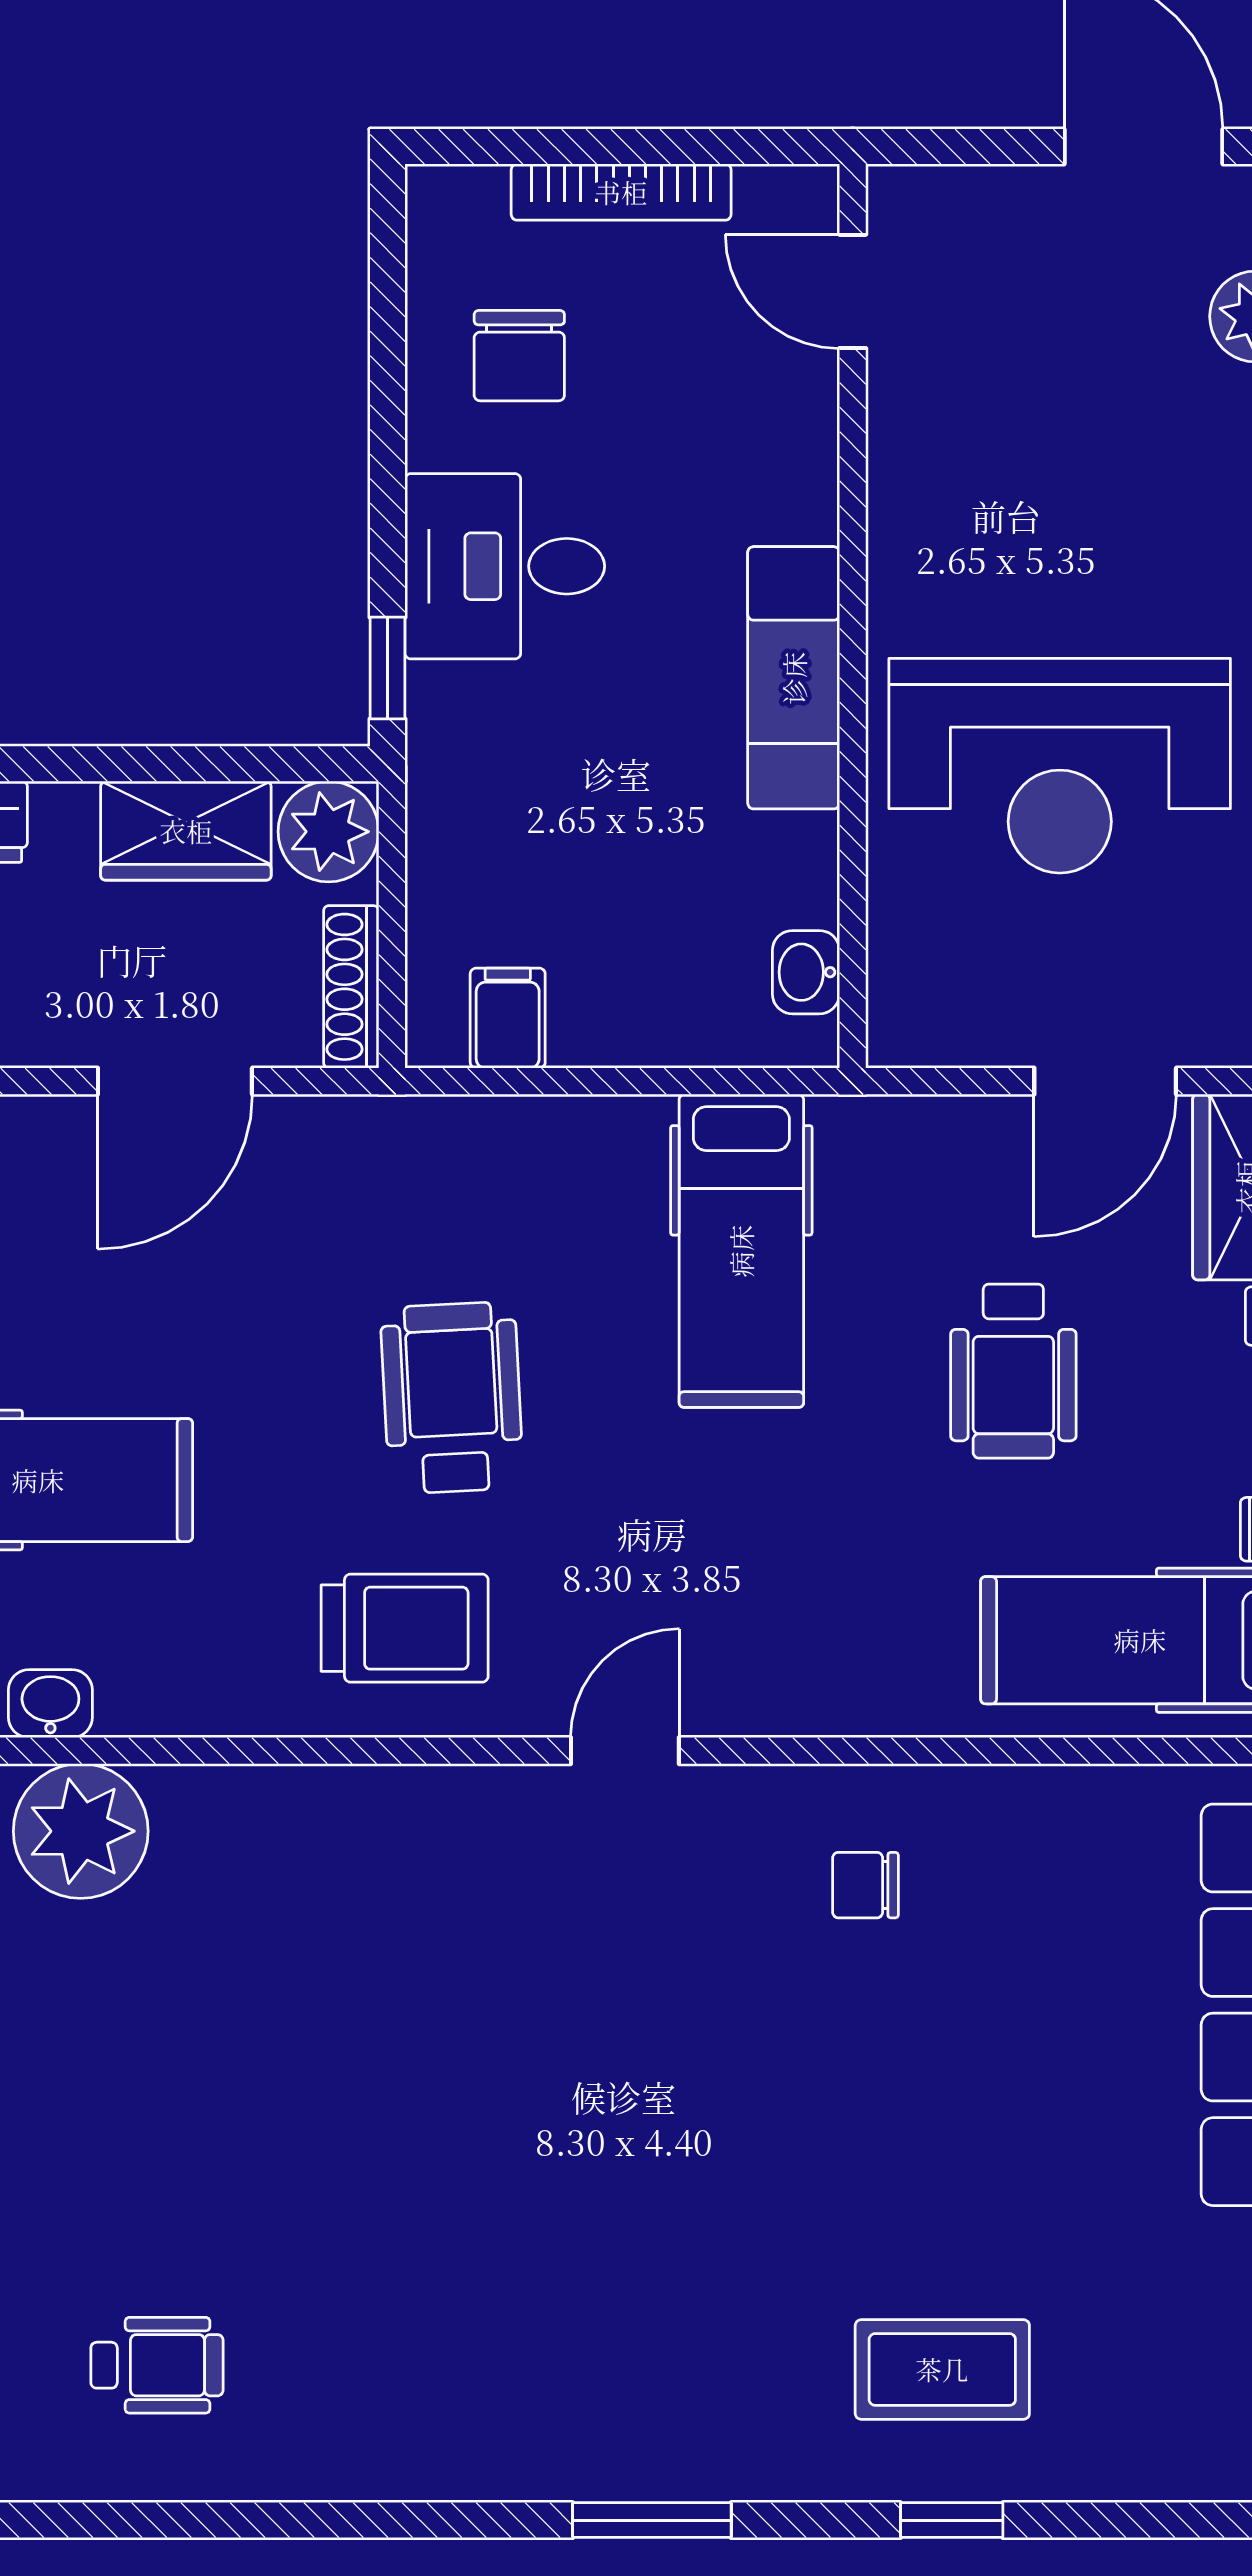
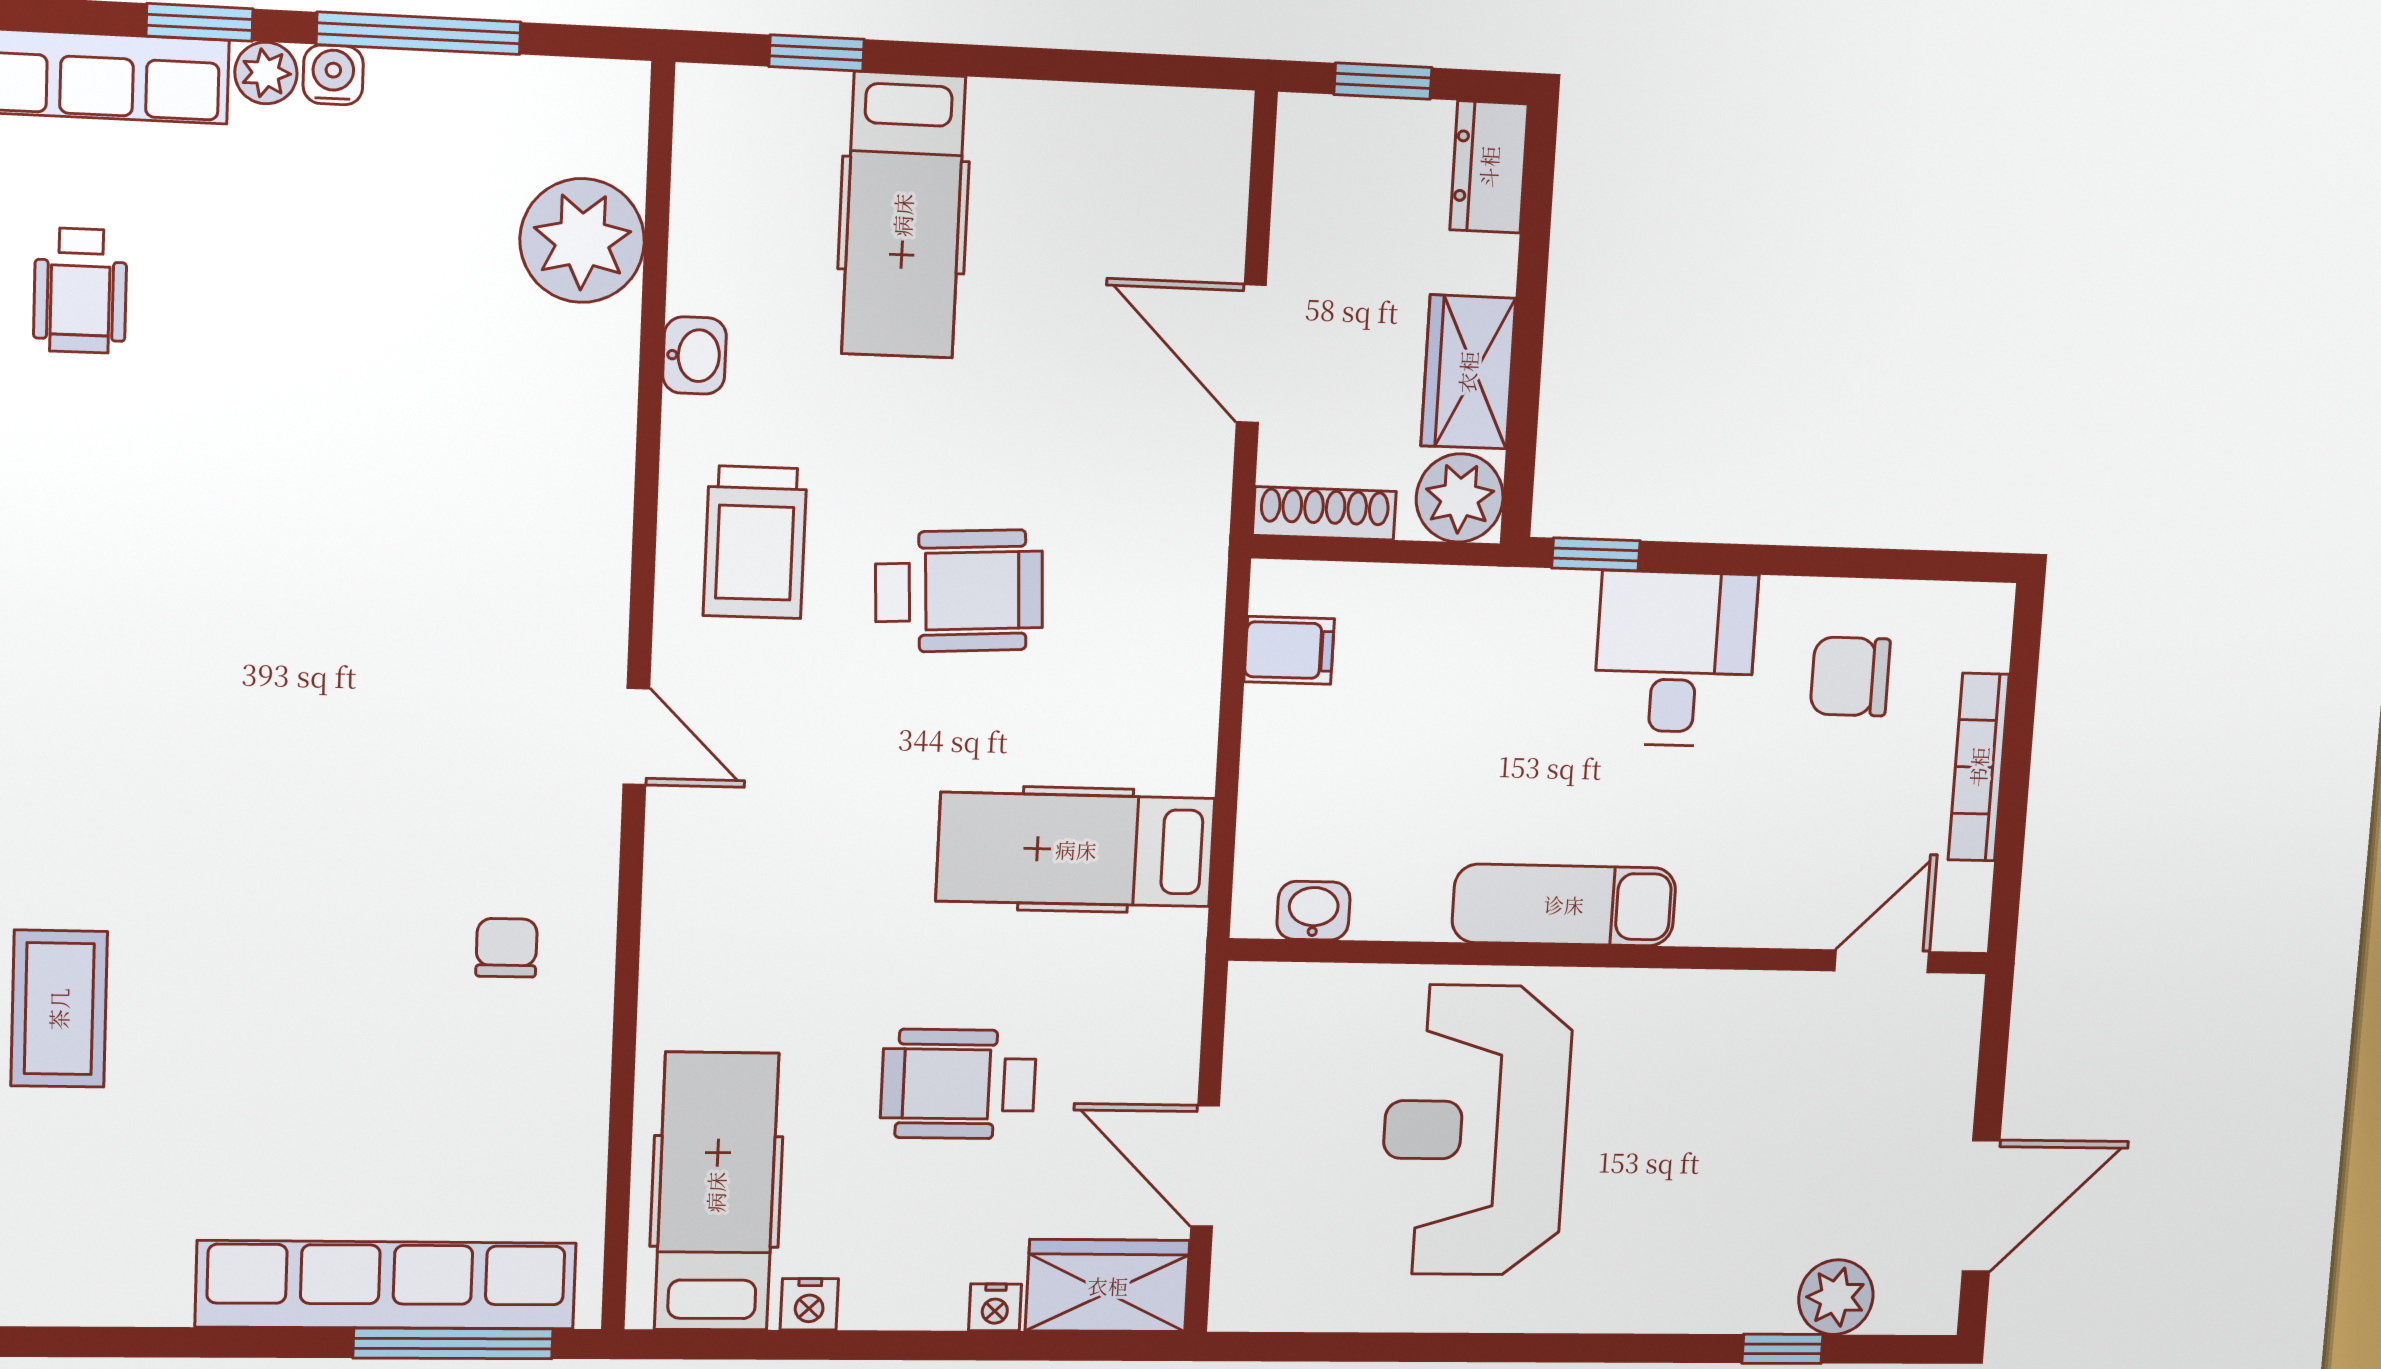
washbasin: (50, 1704) -> (694, 355), moved

